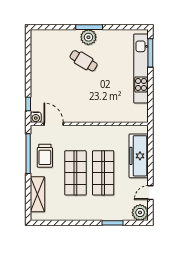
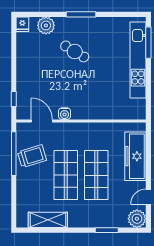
fridge: (36, 36) -> (22, 24), added
plant: (88, 37) -> (46, 25), moved
water cooler: (36, 117) -> (64, 114), moved
trolley: (45, 156) -> (32, 156), turned -107
shelving: (37, 194) -> (48, 220), moved, turned 90

